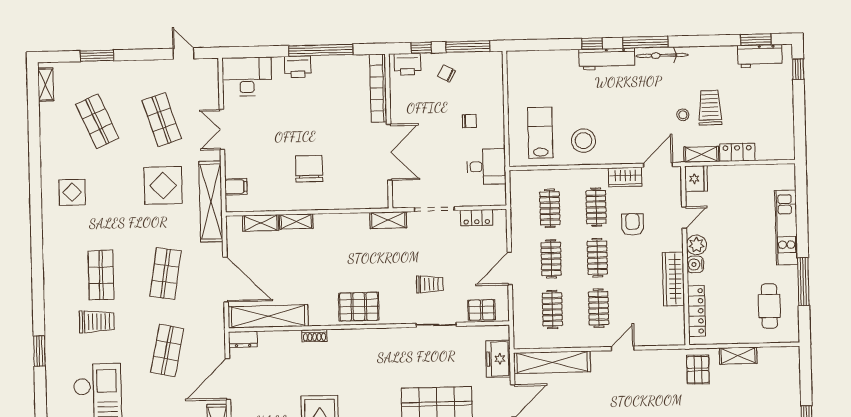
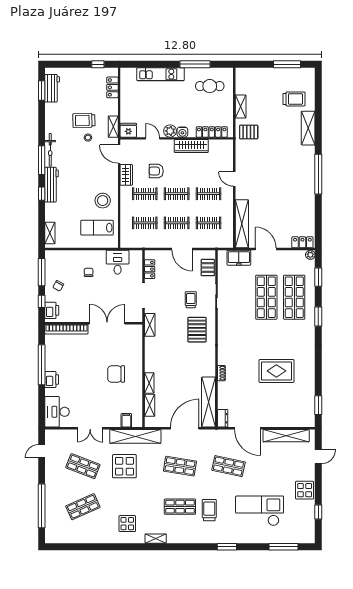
window: (97, 56) -> (42, 506), width x2.11
shelving: (530, 58) -> (50, 233), added
window: (798, 69) -> (98, 64), moved
shelving: (46, 84) -> (156, 539), moved
shop shelf: (162, 120) -> (83, 466), turned 39
locker: (737, 152) -> (112, 87), moved
pallet: (359, 307) -> (197, 330), moved

